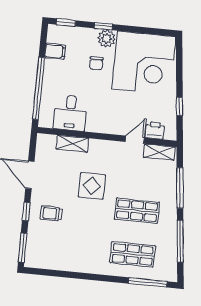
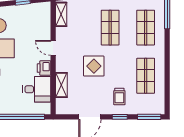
printer: (155, 130) -> (44, 68), moved
door: (135, 140) -> (53, 48), moved
shop shelf: (74, 248) -> (146, 76), added

